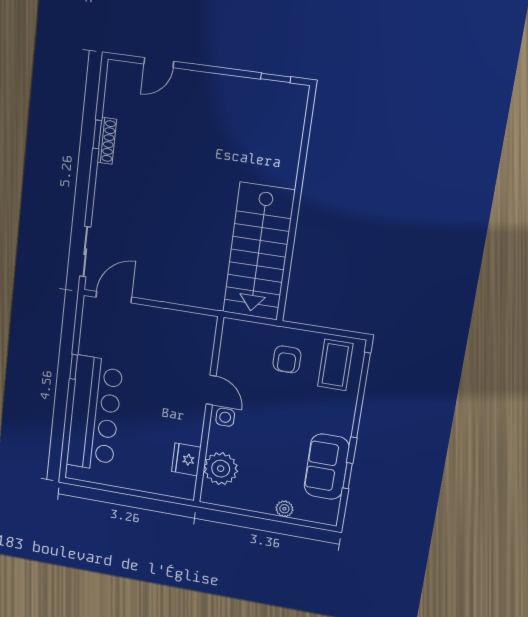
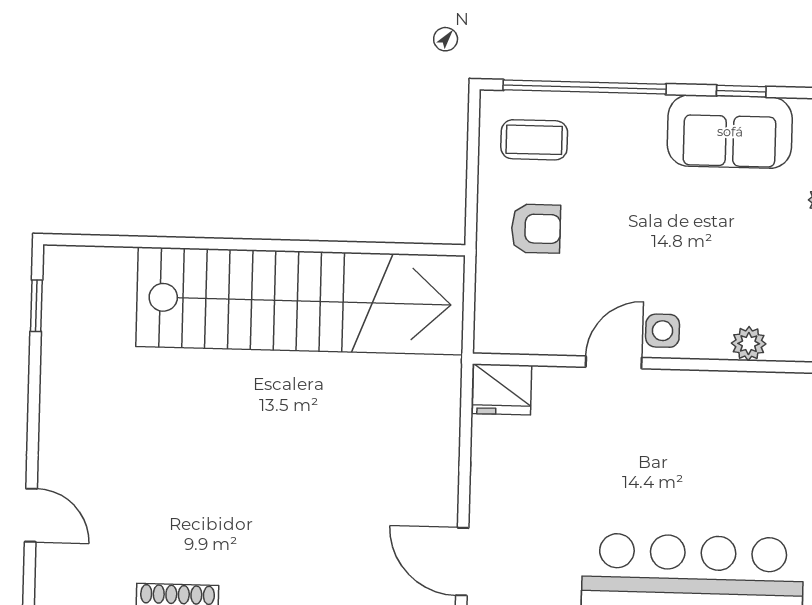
stairs: (259, 252) -> (301, 301), width x1.36
coffee table: (335, 365) -> (534, 140), width x0.73, depth x0.77
fridge: (186, 459) -> (502, 389), moved
plant: (221, 469) -> (749, 344), width x0.53, depth x0.53

